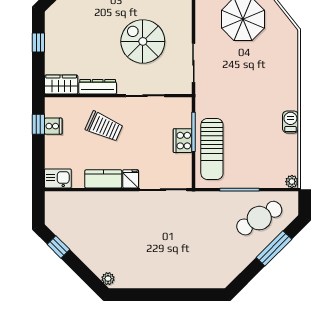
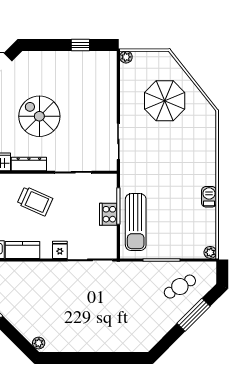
spiral stairs: (143, 41) -> (39, 116), moved
kitchen counter: (103, 179) -> (23, 250), moved
cafe table: (259, 218) -> (180, 287), width x0.73, depth x0.74

